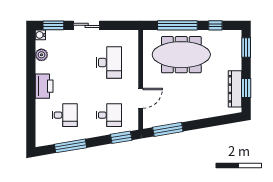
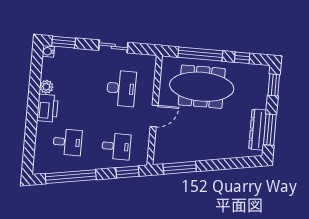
sliding door: (87, 25) -> (113, 46), moved
plant: (41, 55) -> (46, 87), moved
window: (246, 88) -> (270, 130), width x1.44
door: (141, 98) -> (154, 116), moved
window: (70, 146) -> (71, 177), width x1.46

